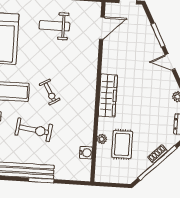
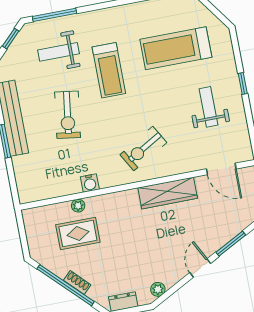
exercise bike: (50, 92) -> (143, 149), moved, width x1.38, depth x1.39
wardrobe: (108, 95) -> (168, 193), moved
water cooler: (86, 153) -> (90, 183), moved

